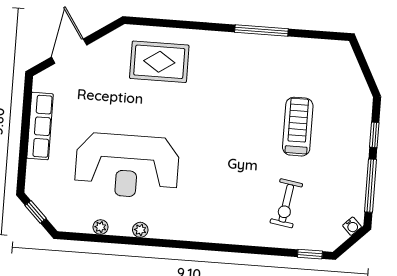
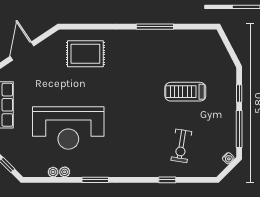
treadmill: (298, 127) -> (185, 92), turned -90
plant: (140, 230) -> (65, 172), moved
window: (160, 243) -> (95, 180), added
window: (310, 254) -> (167, 180), moved

